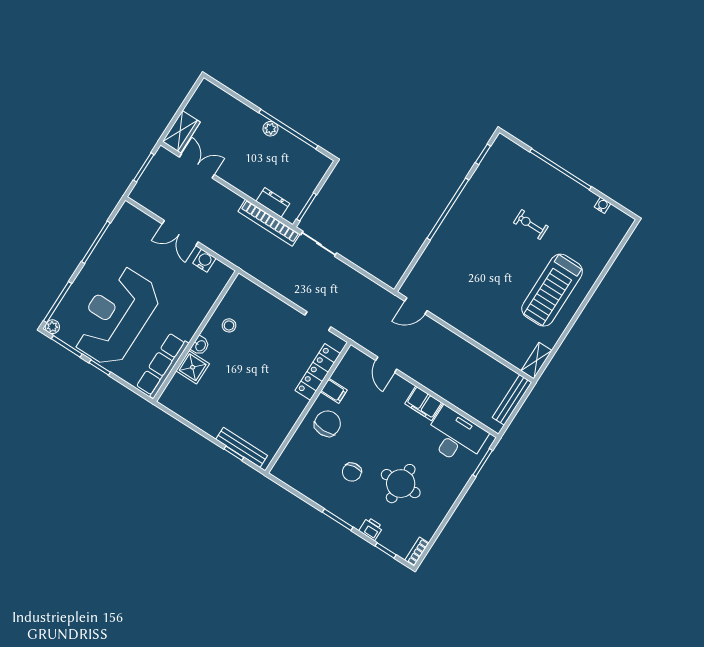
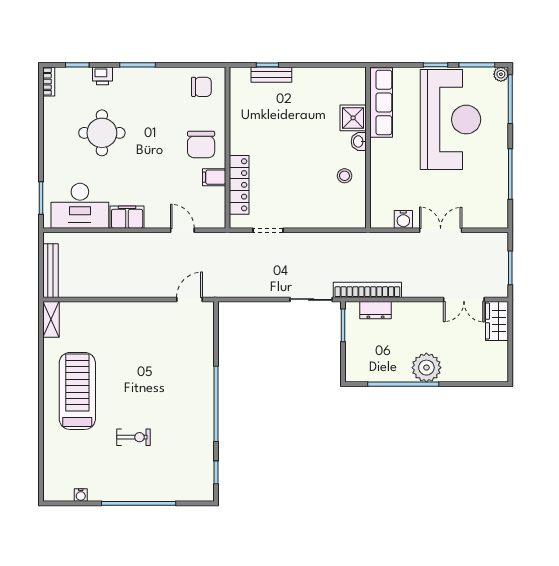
plant: (270, 129) -> (426, 368), width x1.88, depth x1.88
bench: (242, 447) -> (271, 75), width x0.73
chair: (352, 472) -> (201, 87), moved, turned 98

